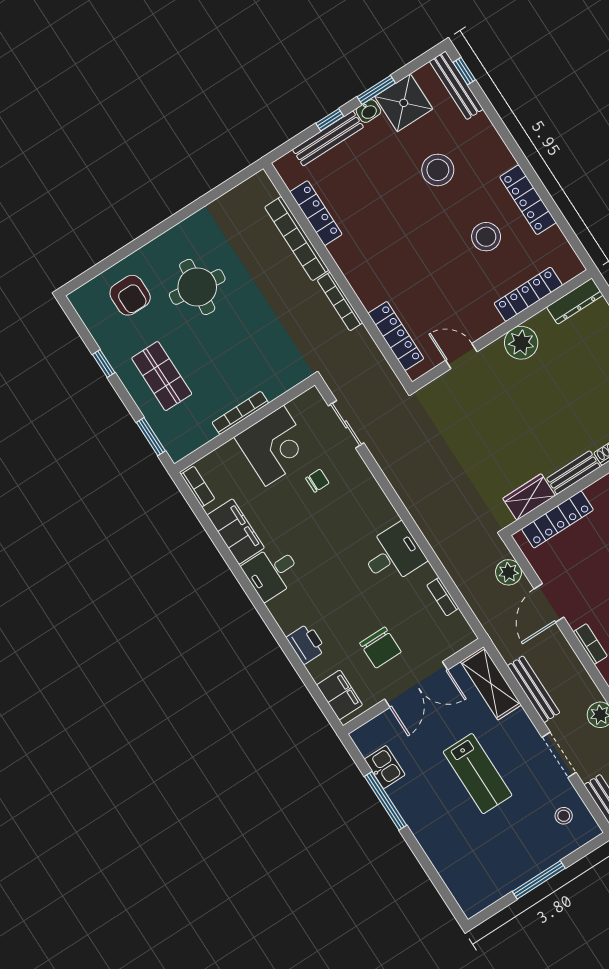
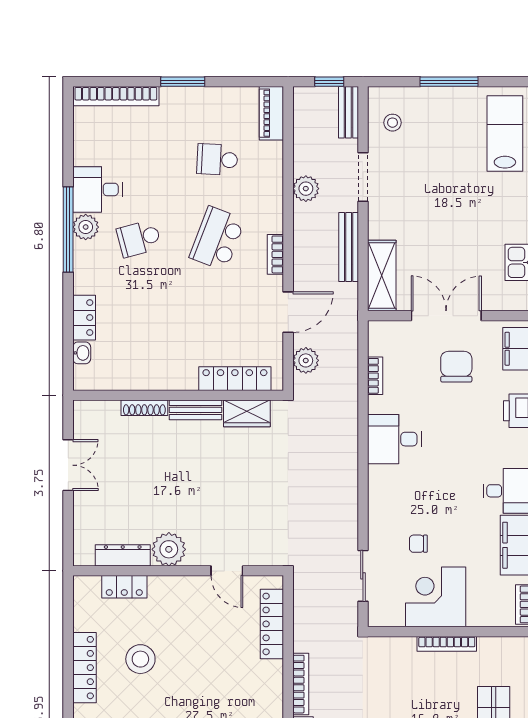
locker: (528, 294) -> (124, 587), width x0.66
dresser: (575, 301) -> (123, 555), moved
lab bench: (478, 774) -> (505, 133), moved

